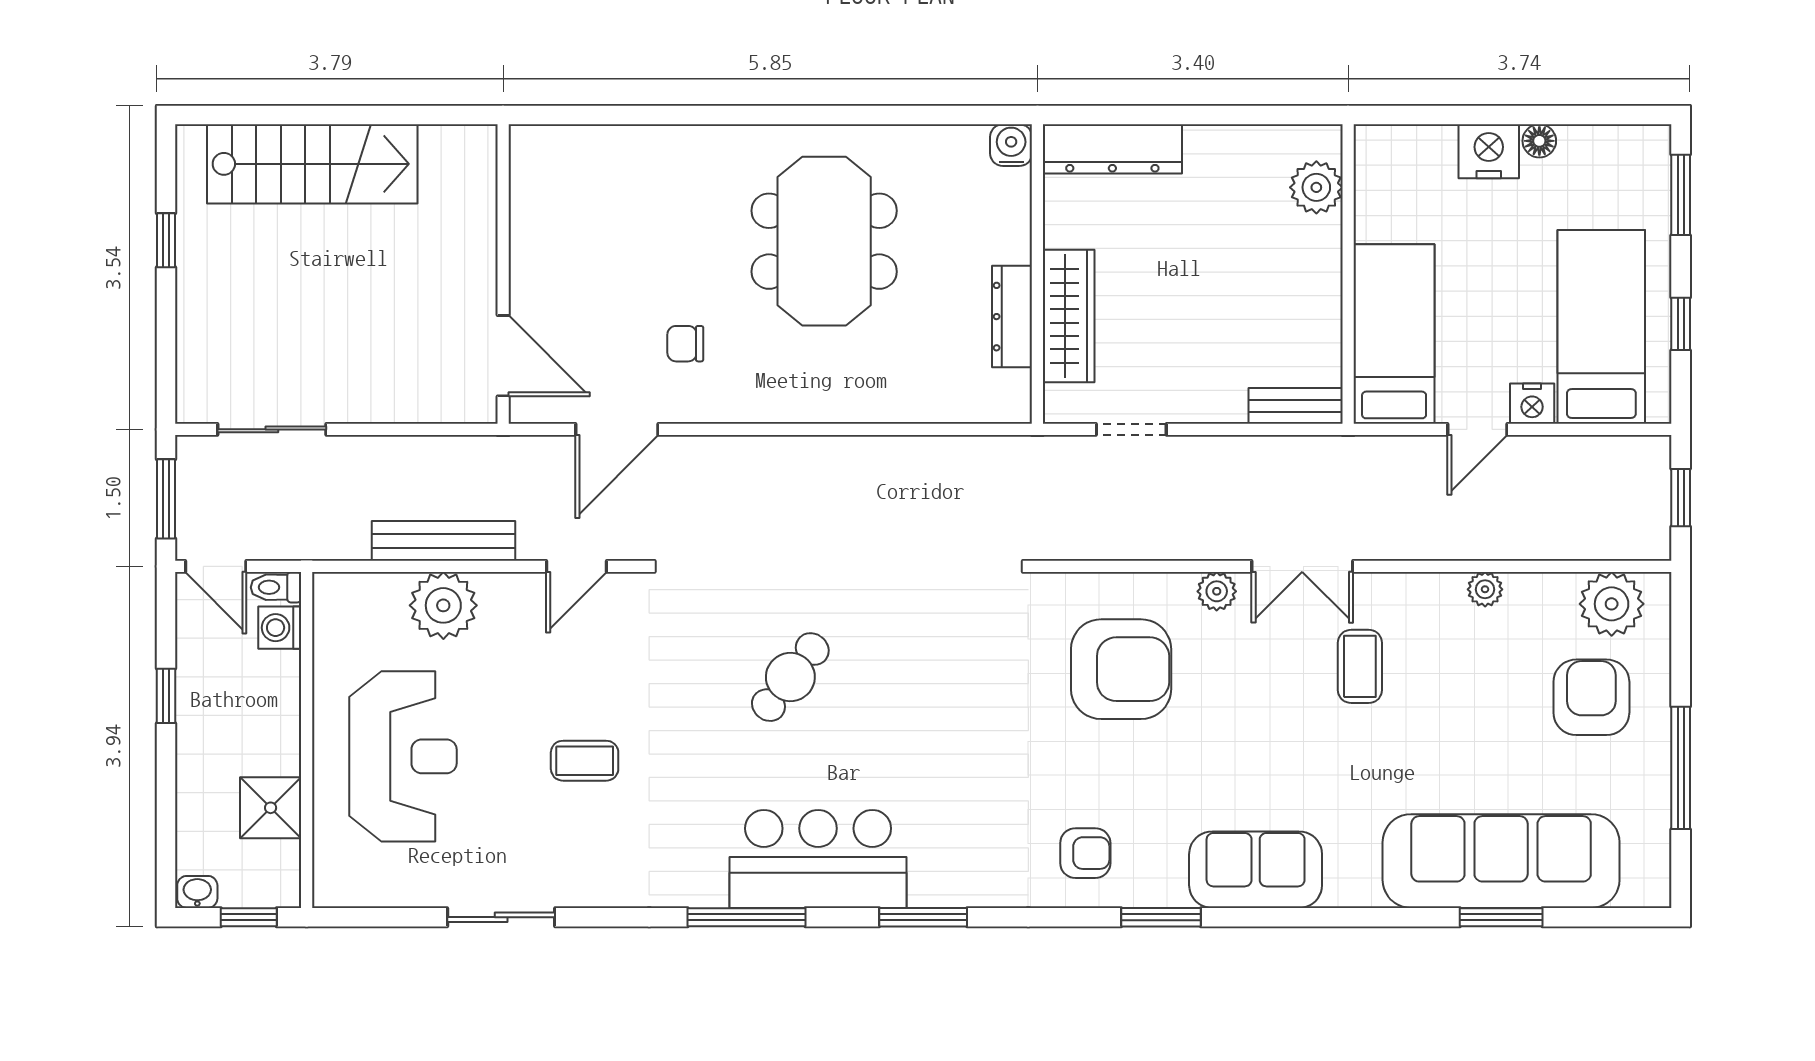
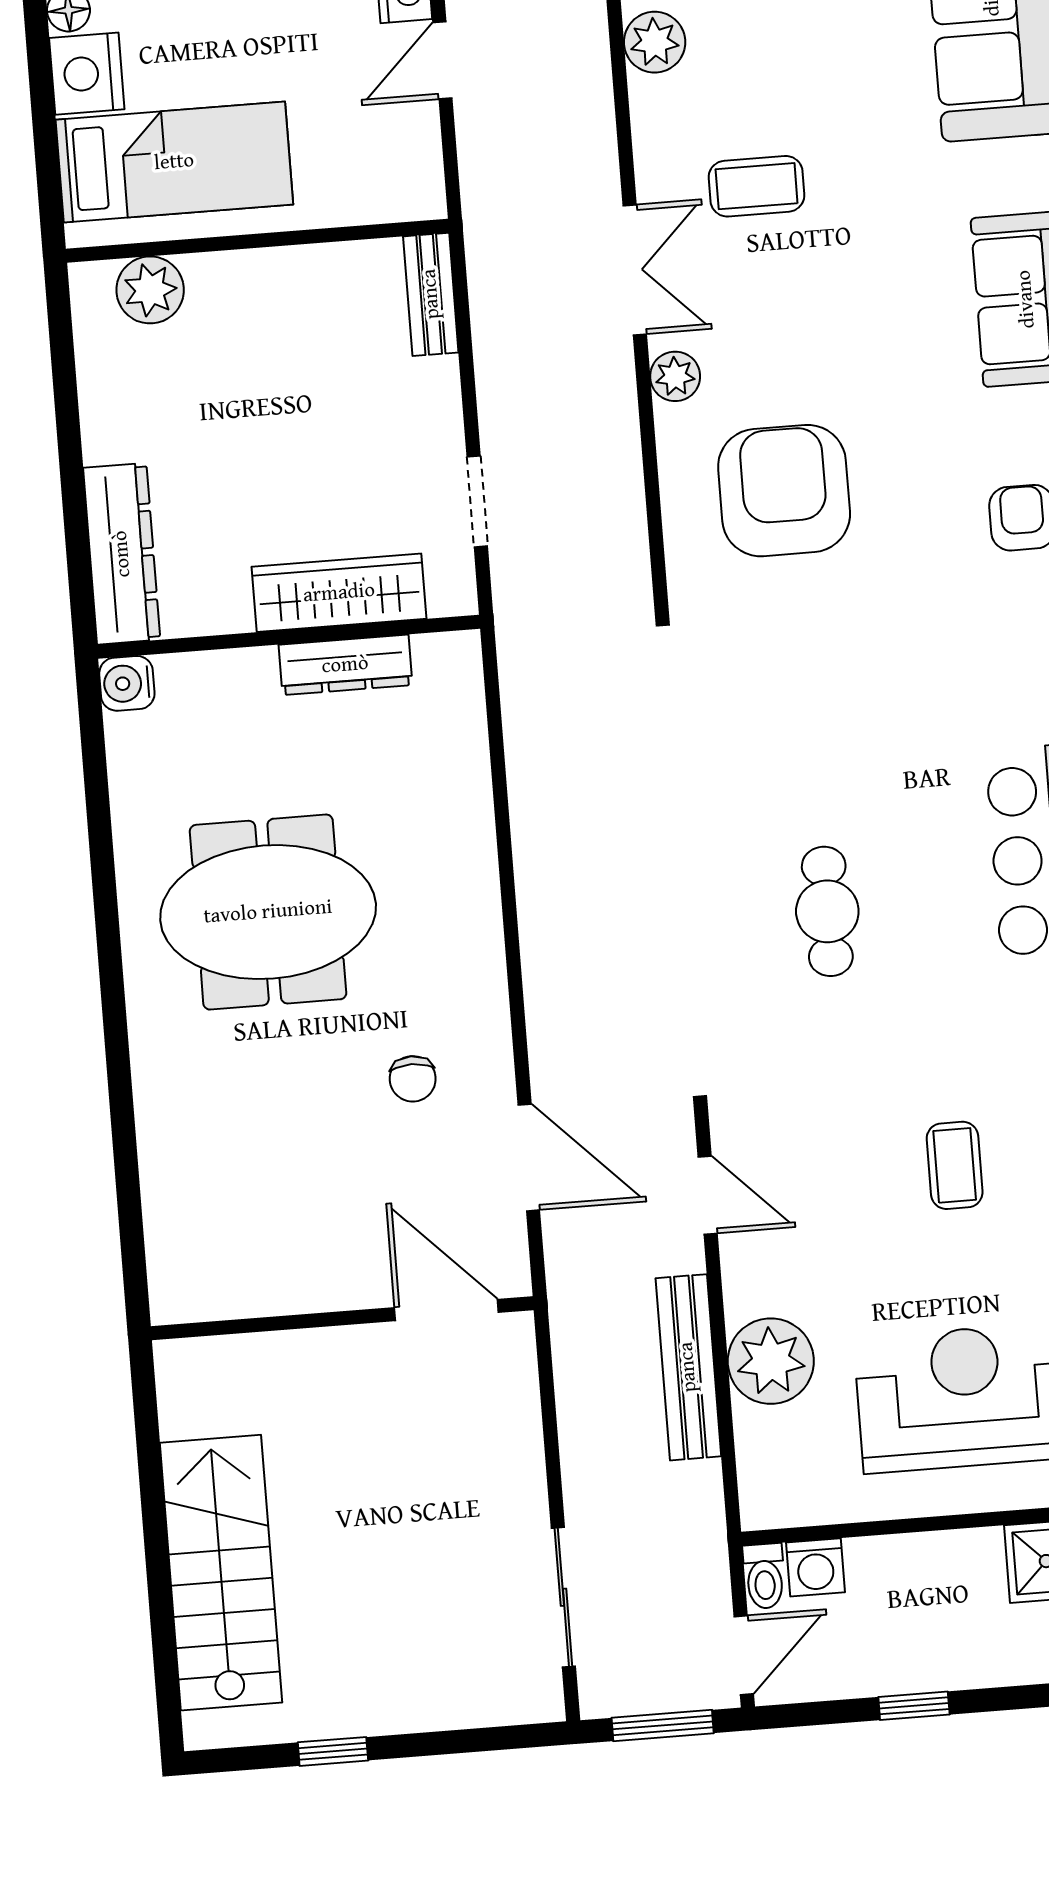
bed: (1394, 334) -> (174, 162), moved, turned 180
door: (503, 356) -> (446, 1310), hinge flipped
door: (1477, 429) -> (442, 60), swing flipped
plant: (1485, 589) -> (655, 42), width x1.38, depth x1.38
cafe table: (790, 677) -> (827, 911), turned 52

